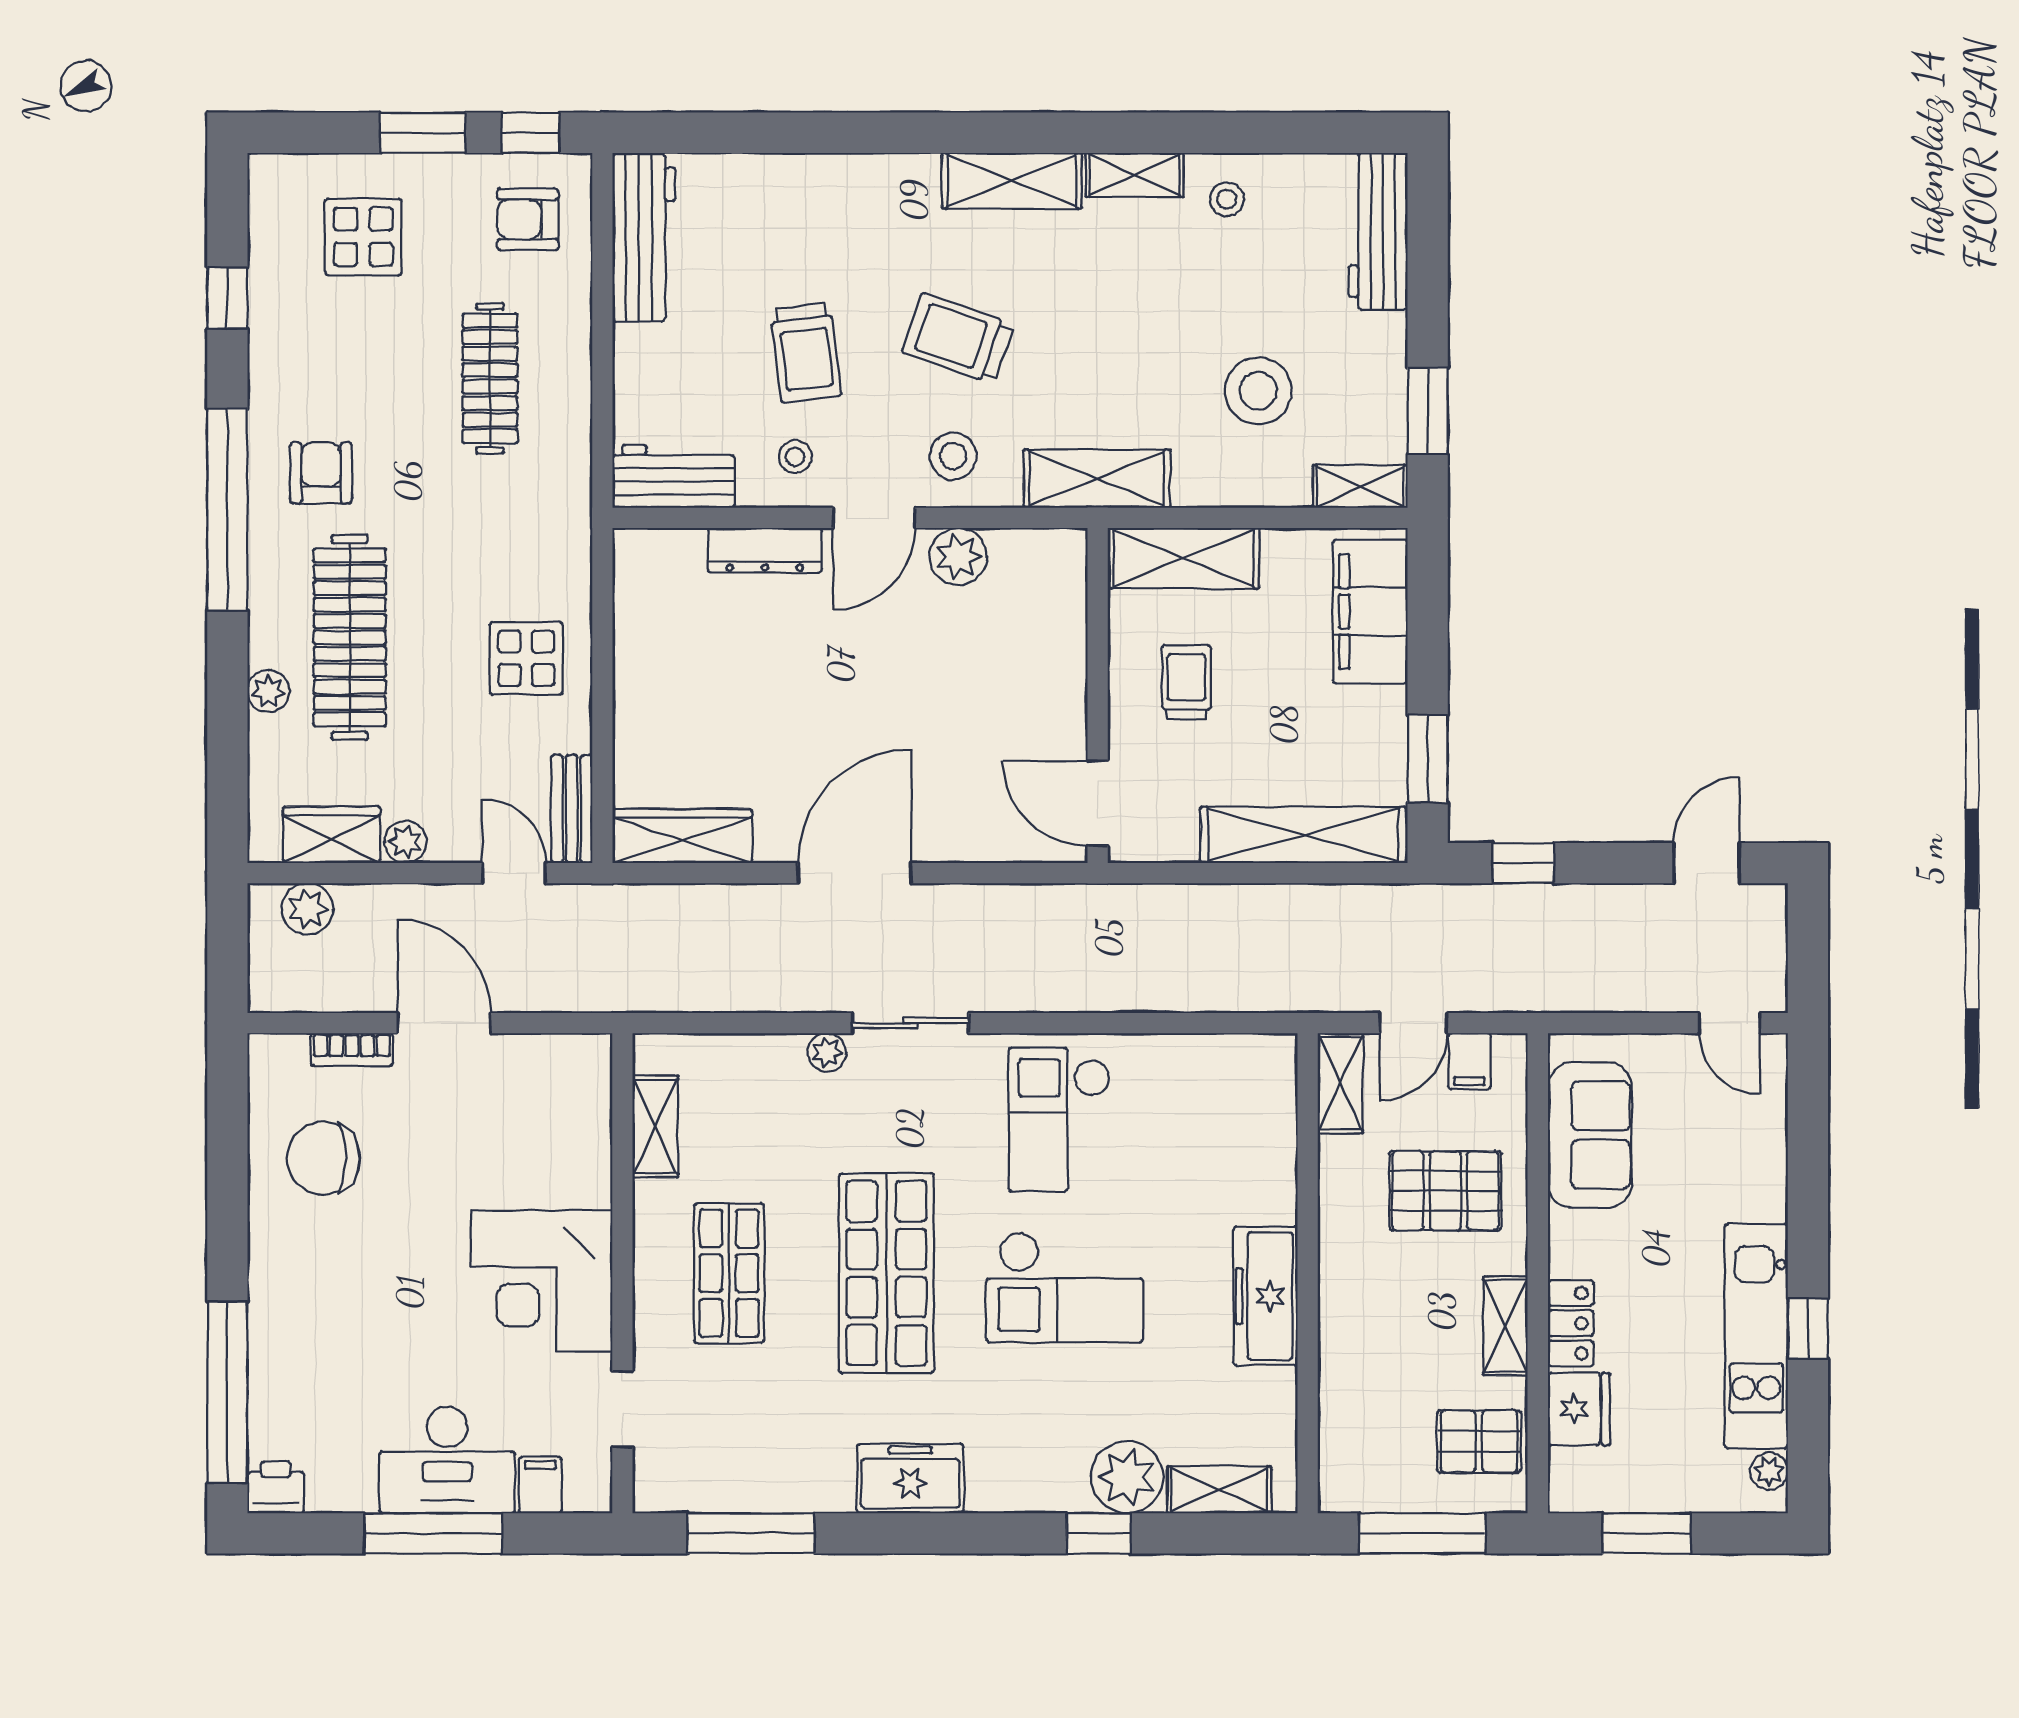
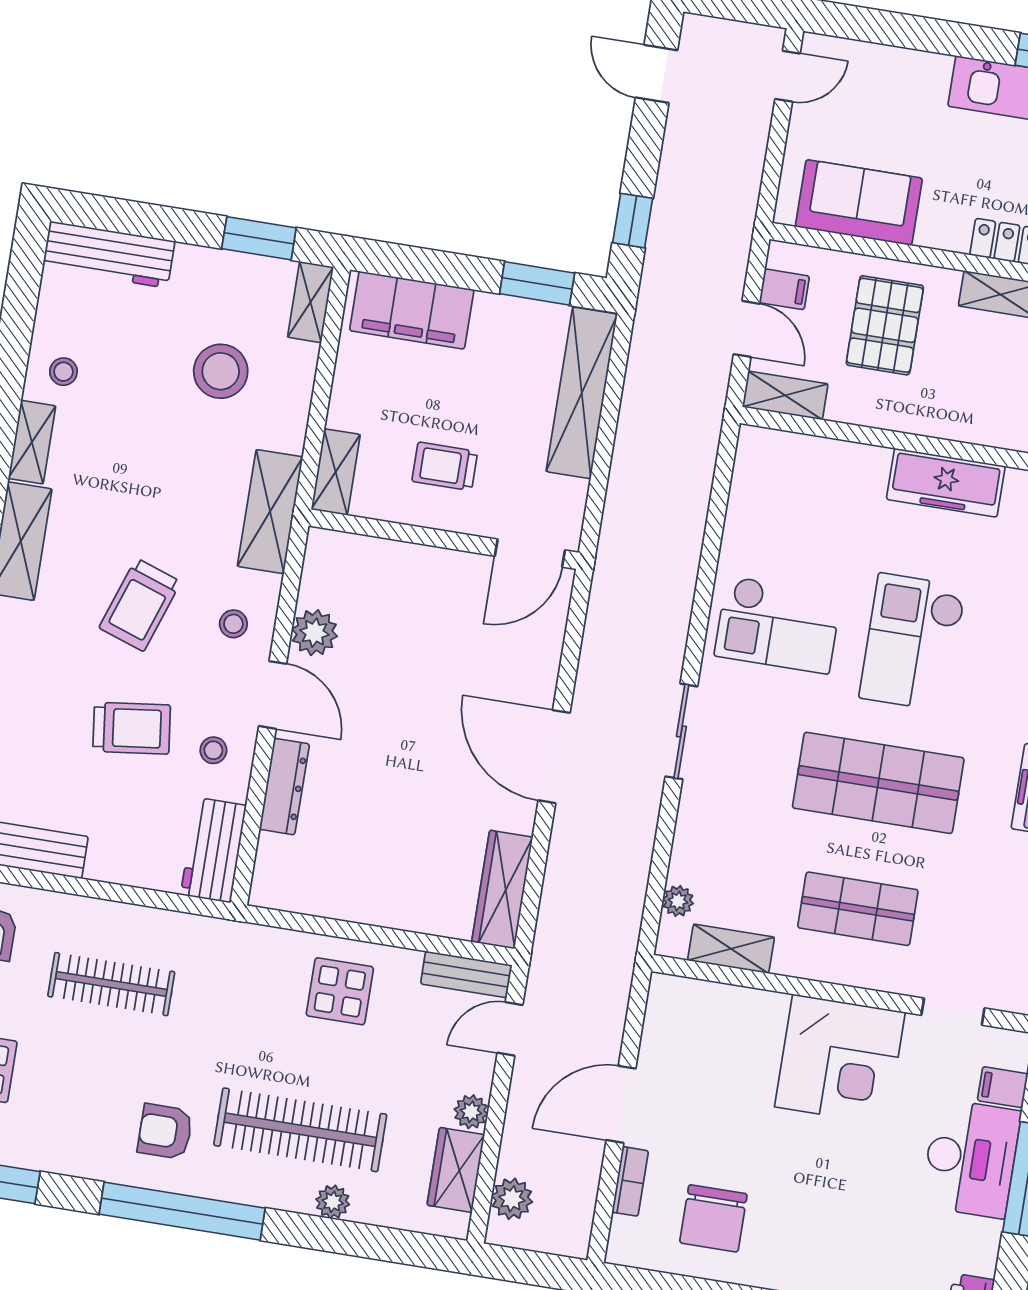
stool: (953, 456) -> (233, 624), width x0.73, depth x0.73
shelving: (1183, 558) -> (336, 472), width x0.67, depth x0.75
plant: (827, 1052) -> (678, 901), moved
checkout: (1065, 1287) -> (913, 642), turned 180

